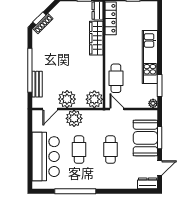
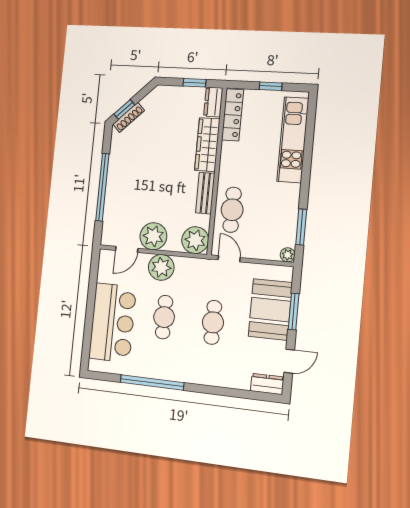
kitchen unit: (150, 57) -> (293, 140), moved
bench: (37, 84) -> (205, 193), moved

